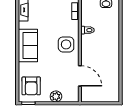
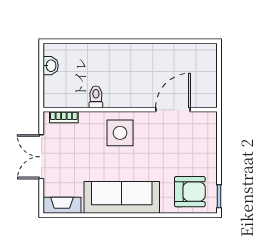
sofa: (28, 45) -> (122, 197), width x1.36
plant: (56, 96) -> (208, 150), removed

